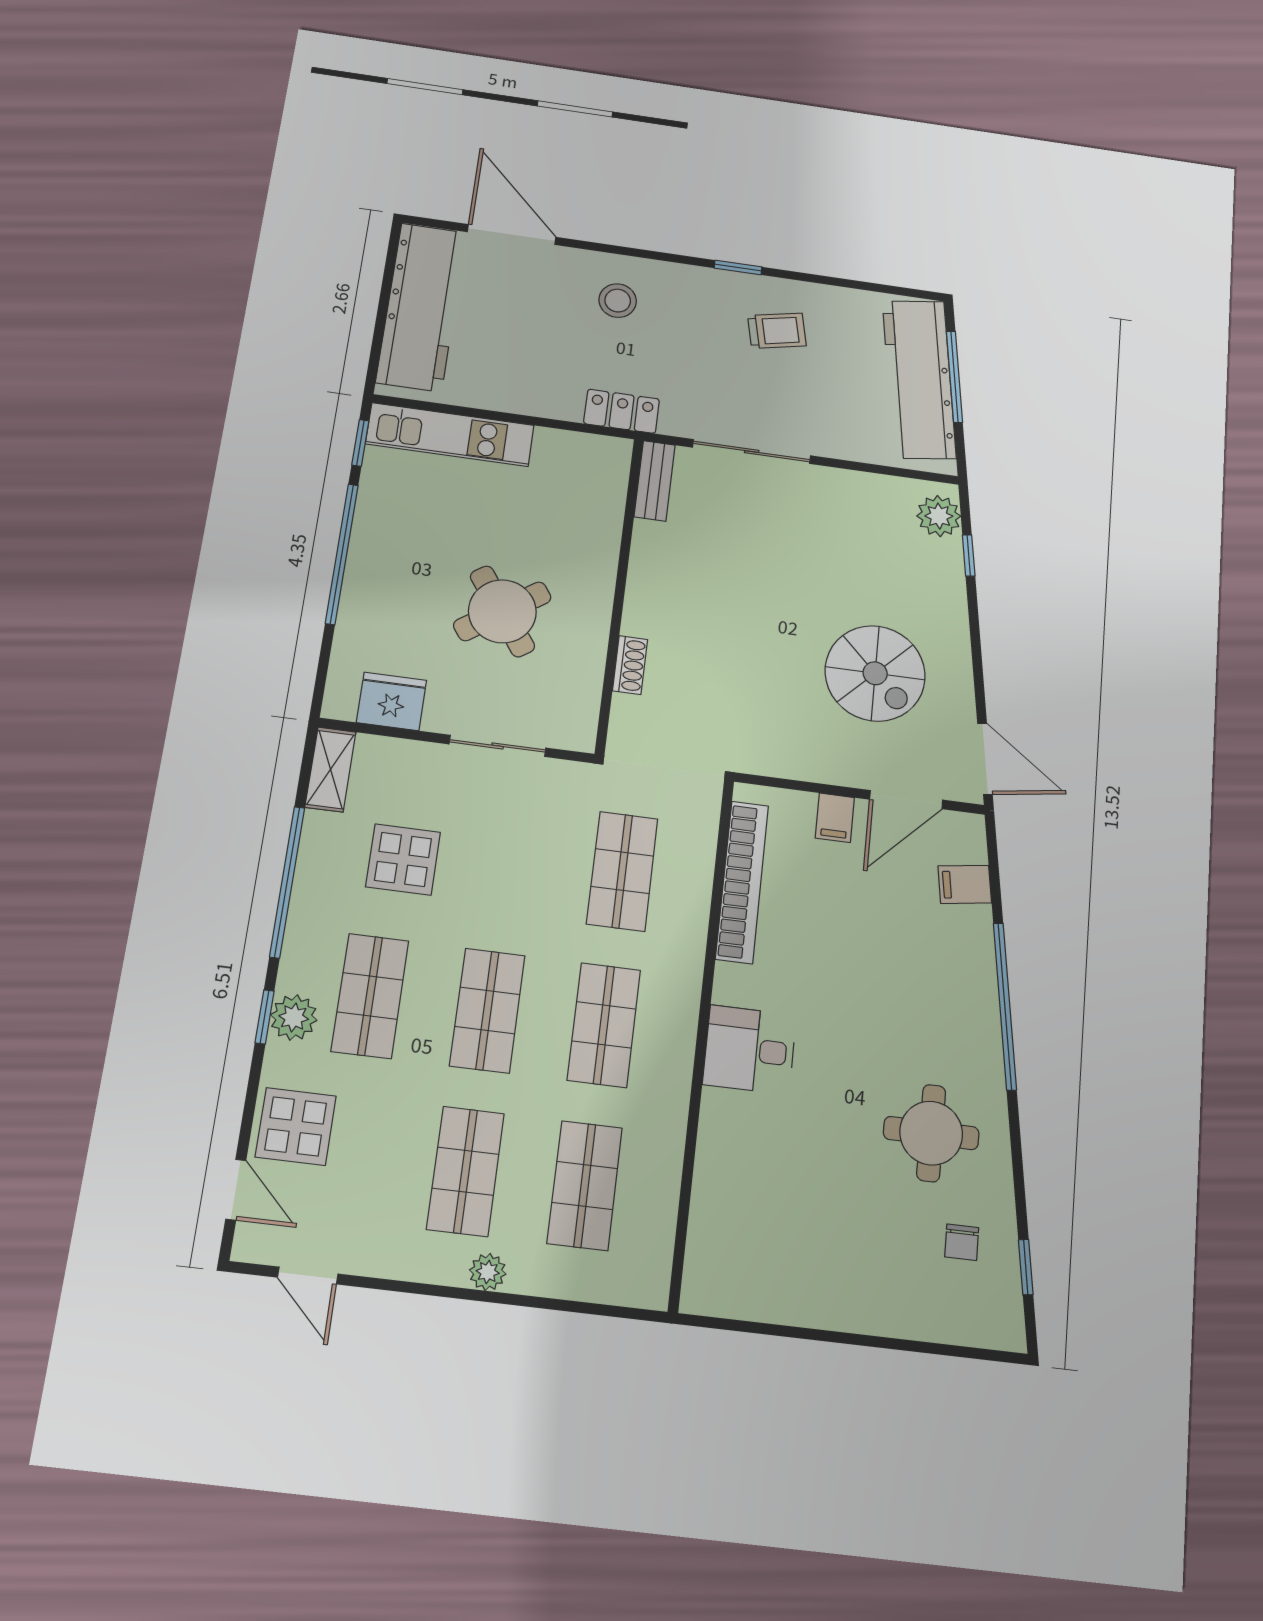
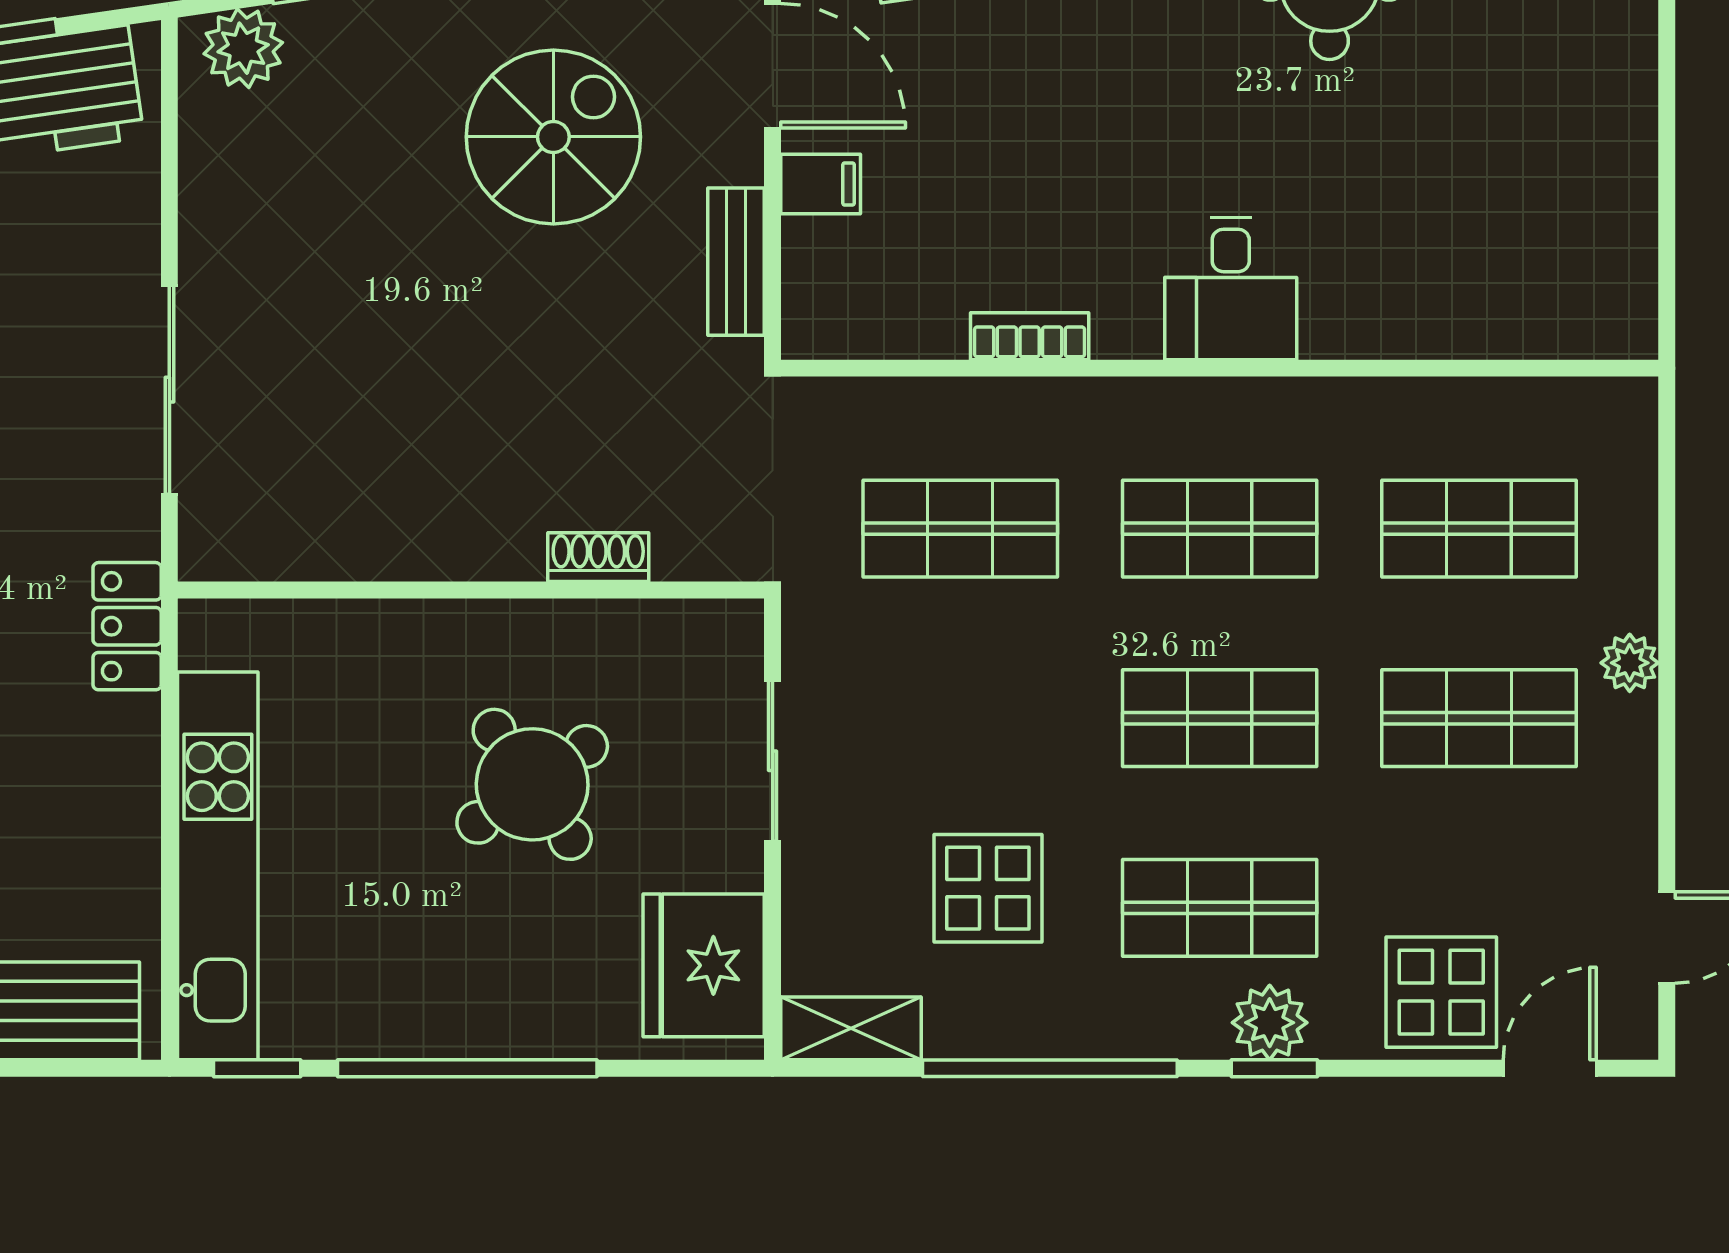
kitchen unit: (450, 435) -> (218, 866), width x1.36
bench: (655, 481) -> (736, 262), moved, turned 90
fridge: (392, 701) -> (704, 965), width x1.36, depth x1.34
bookcase: (742, 882) -> (1030, 336), width x0.43, depth x0.76

